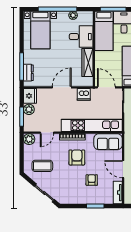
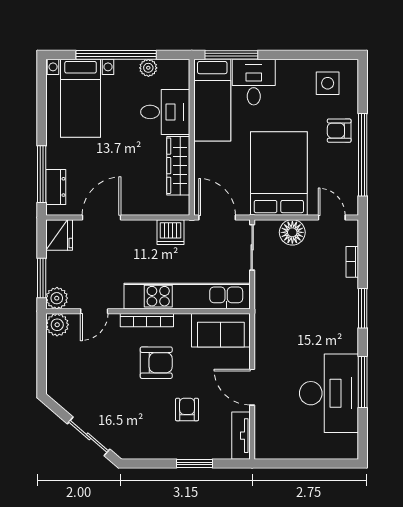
door: (62, 87) -> (102, 217), moved
plant: (29, 109) -> (57, 298), moved
armchair: (77, 157) -> (156, 363), turned 90
coffee table: (42, 166) -> (85, 380), removed

